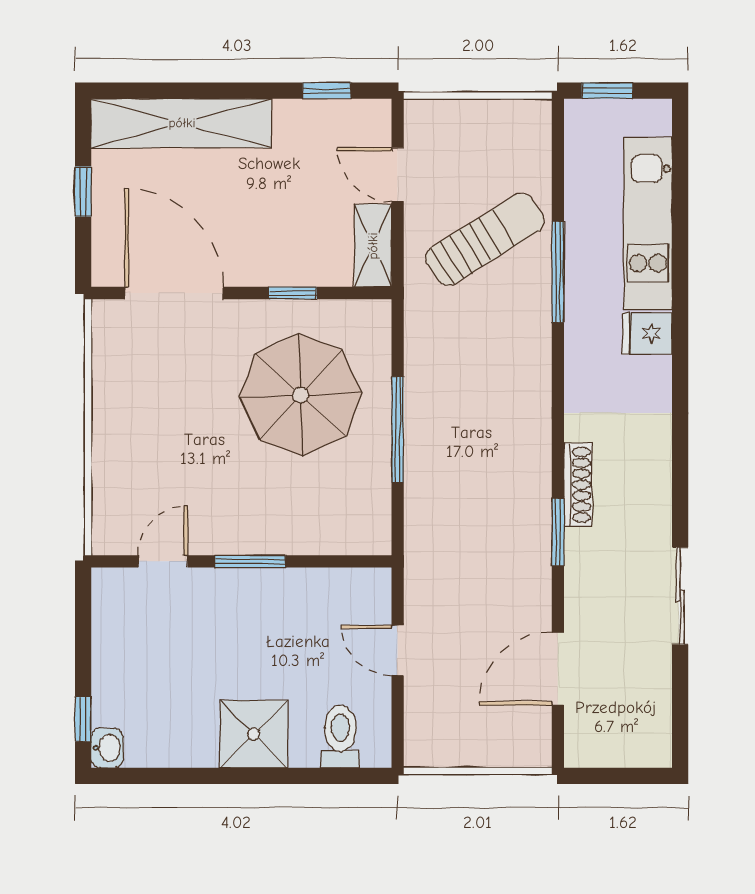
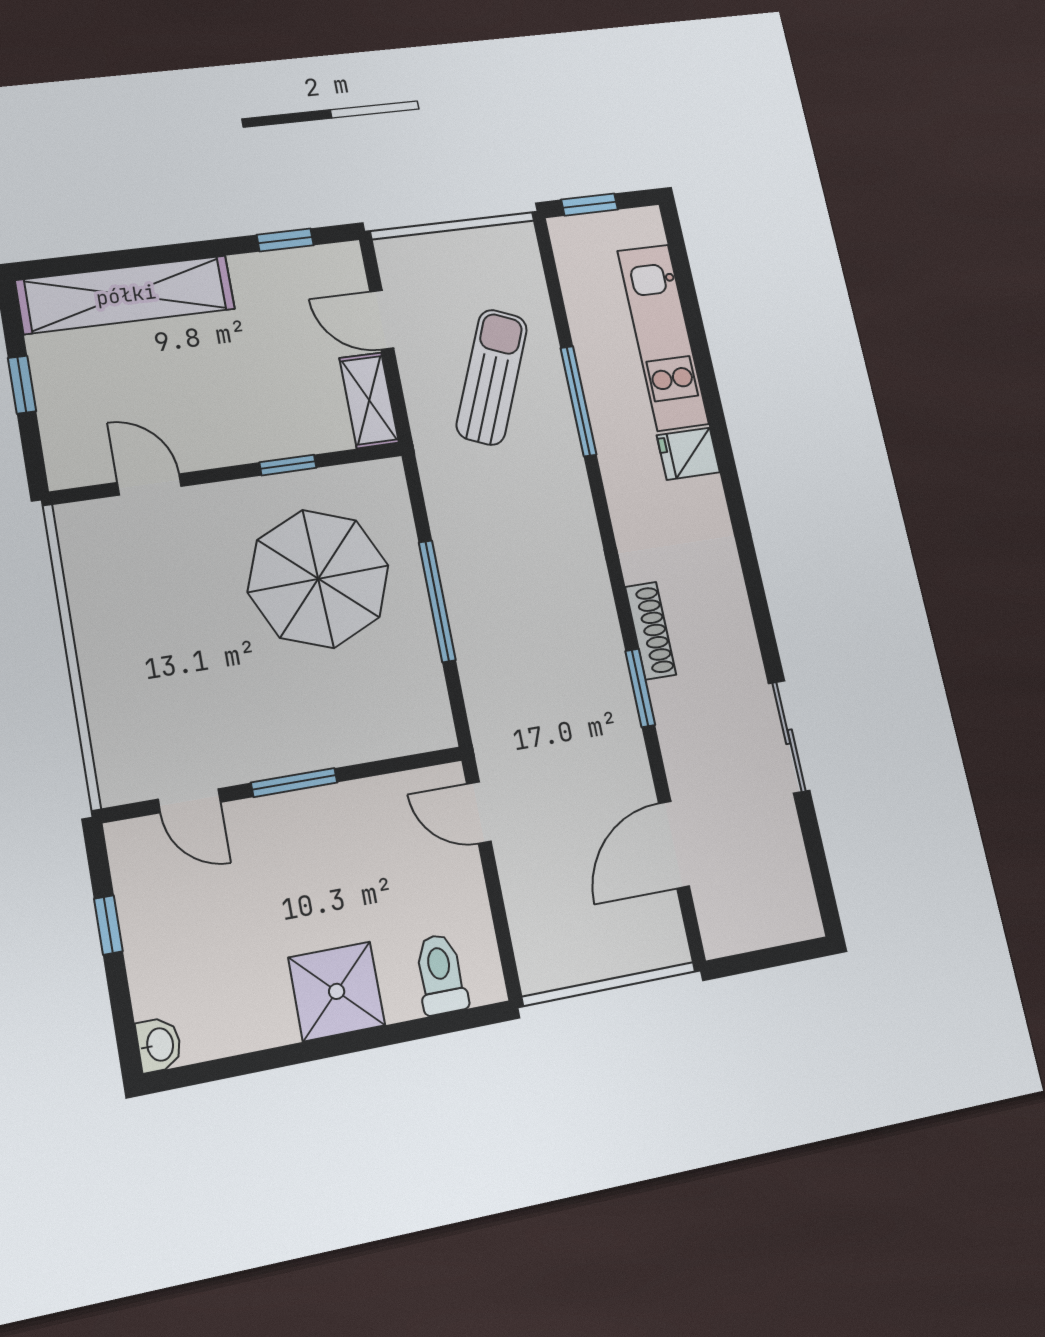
sun lounger: (485, 239) -> (492, 377), turned -35
door: (174, 293) -> (149, 484), width x0.53
door: (163, 561) -> (189, 801), swing flipped
door: (398, 650) -> (479, 813), moved
window: (83, 719) -> (108, 925), moved

